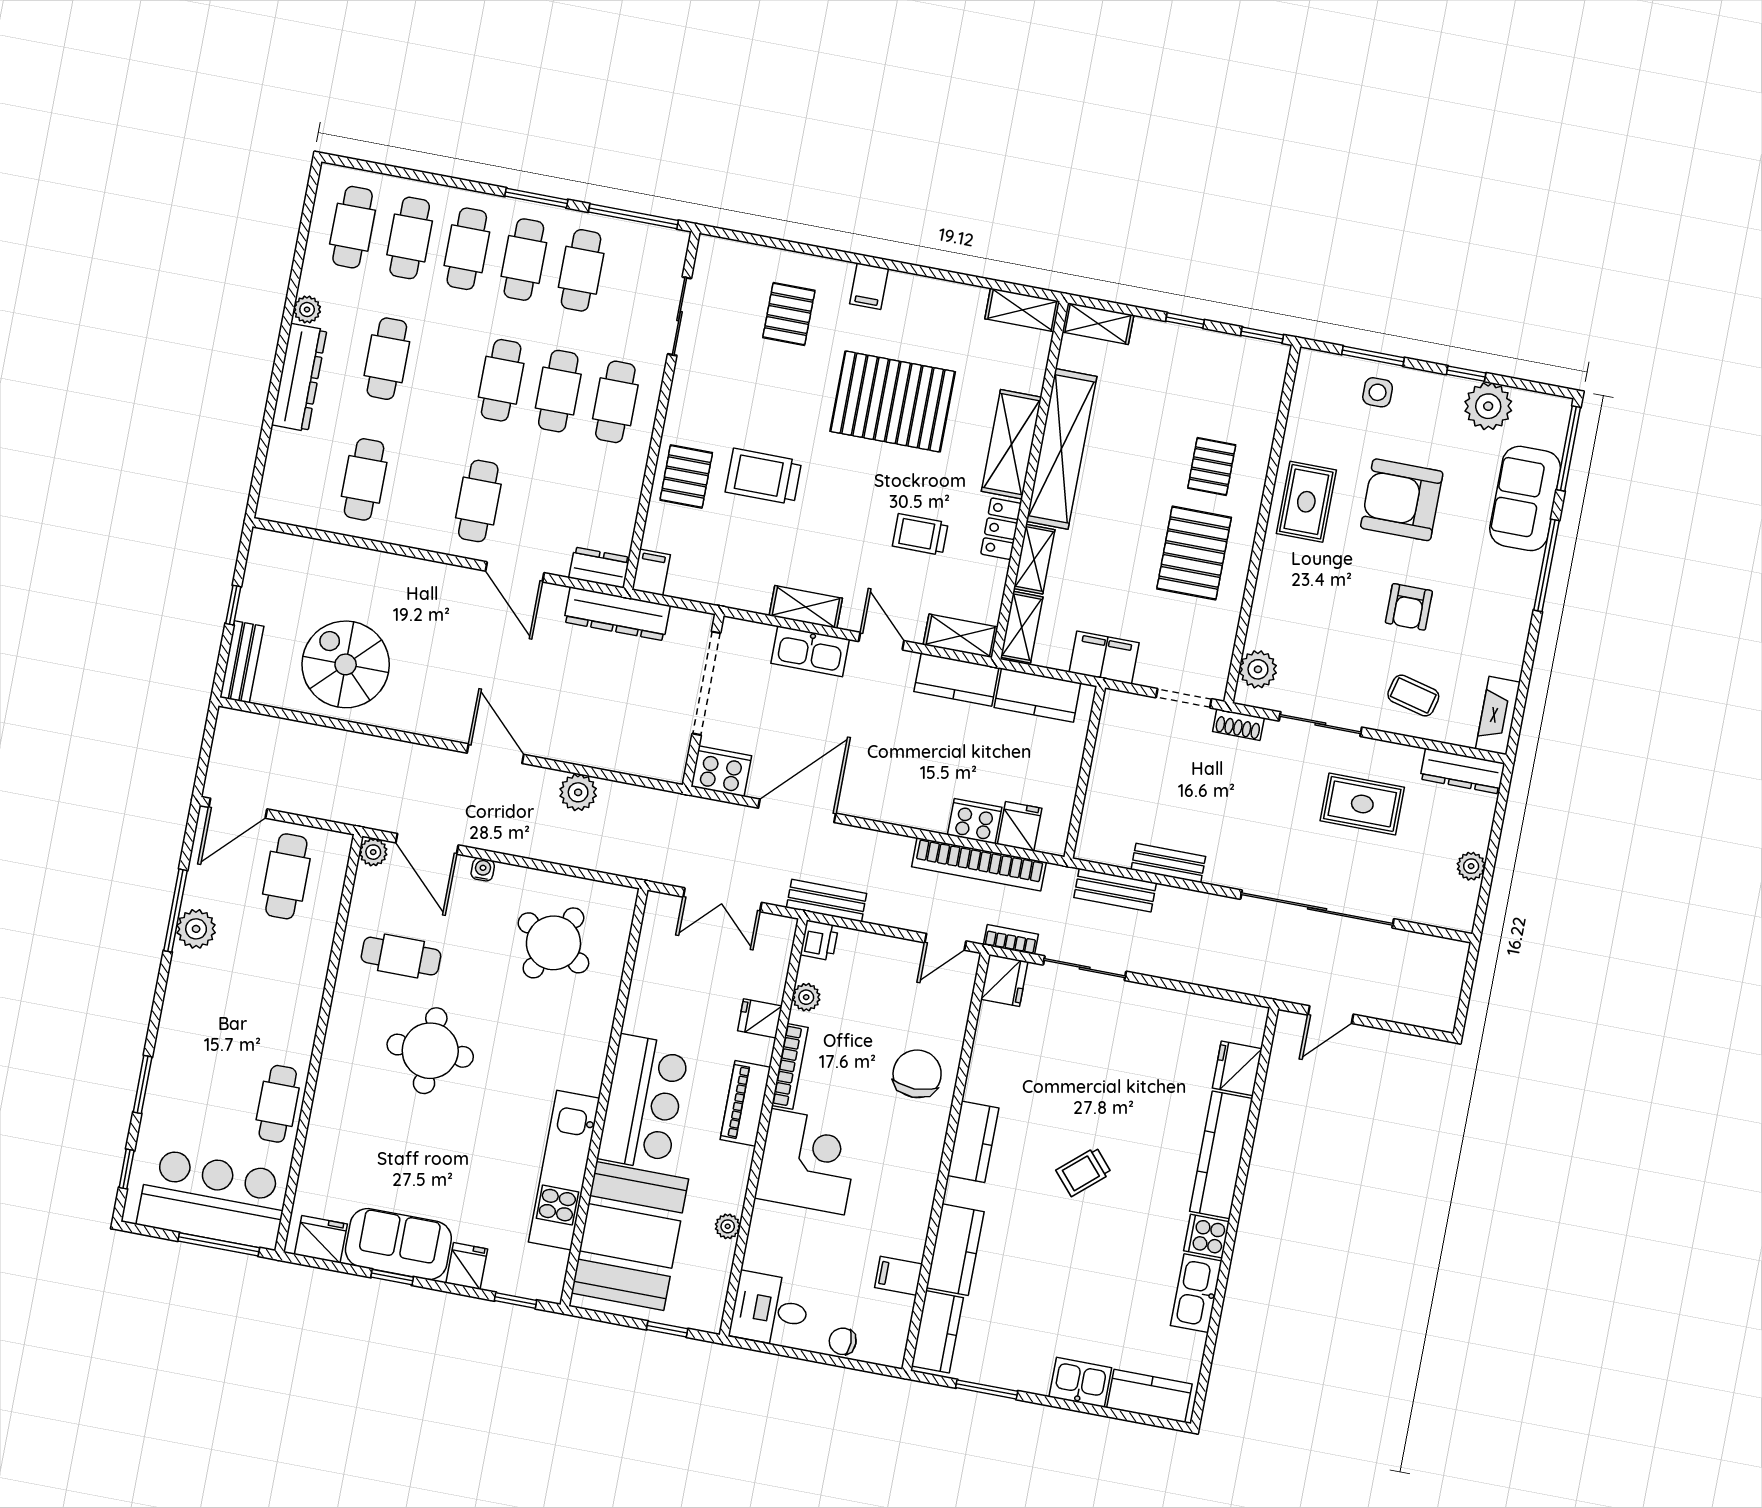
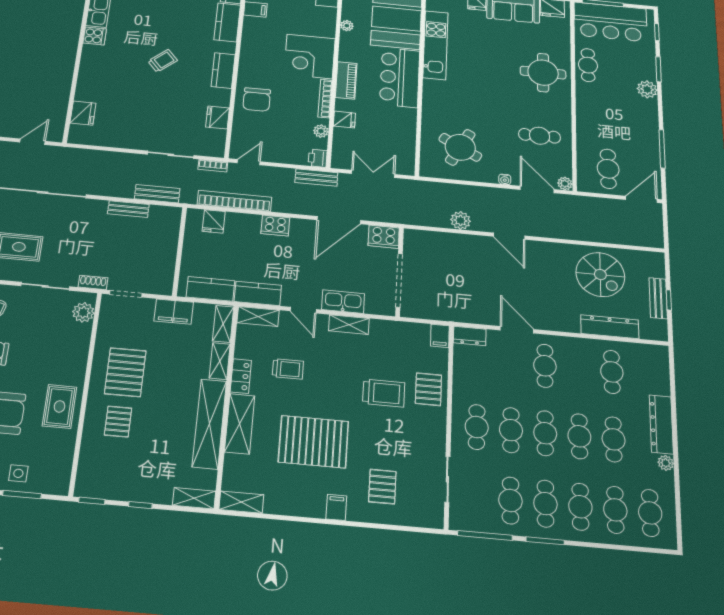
cafe table: (444, 369) -> (579, 436), added
dresser: (617, 614) -> (610, 327), moved
bench: (242, 662) -> (658, 298), moved
cooker: (975, 821) -> (275, 226), moved
plant: (196, 929) -> (647, 89), moved
fridge: (1004, 980) -> (218, 117), moved
round table: (430, 1051) -> (543, 73), moved
kitchen counter: (1221, 1155) -> (89, 73), removed

